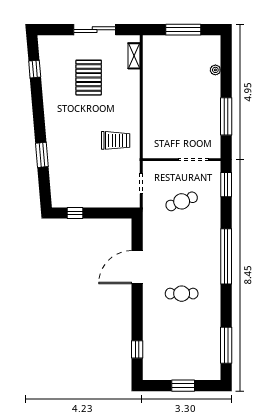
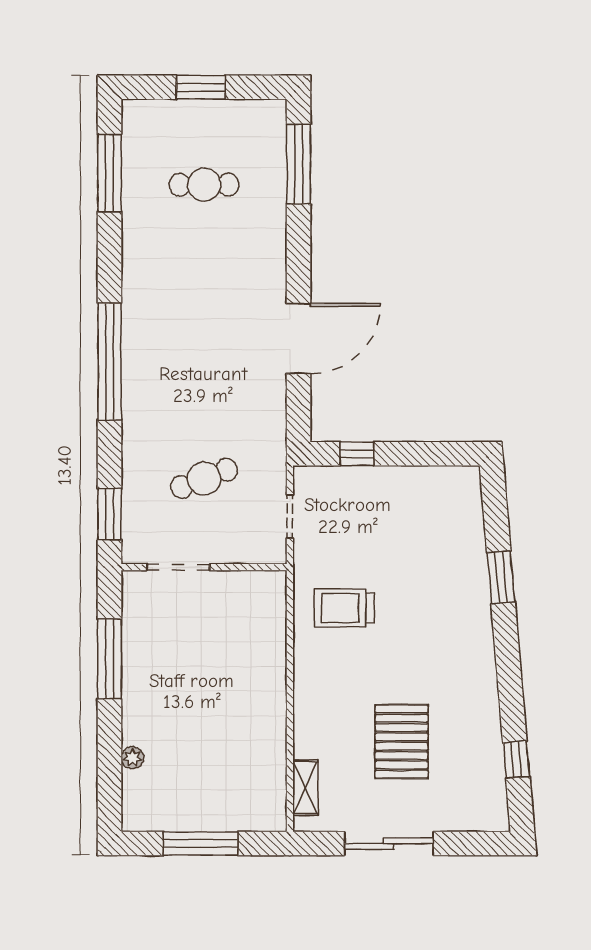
window: (75, 213) -> (357, 454), moved
cafe table: (182, 294) -> (204, 185), moved
window: (137, 349) -> (299, 164), width x2.17

